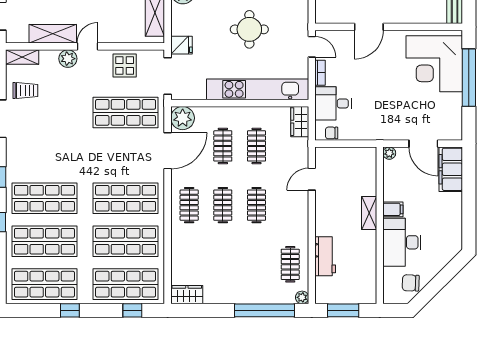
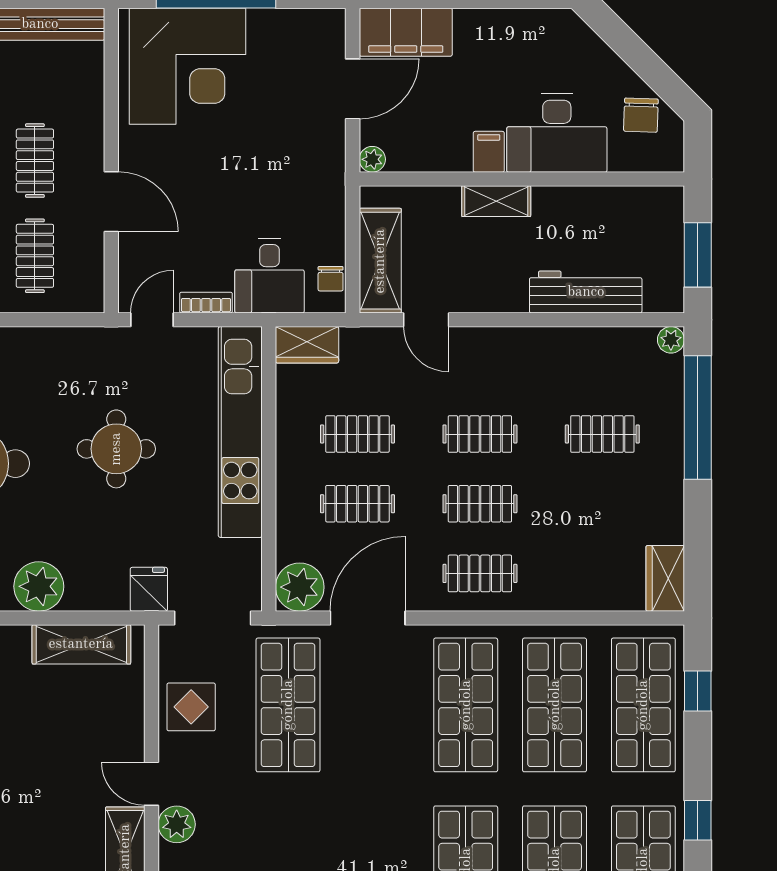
door: (168, 151) -> (368, 618), hinge flipped
shelving: (340, 157) -> (380, 261), added
workbench: (325, 256) -> (586, 292), width x1.37
clothes rail: (290, 264) -> (602, 434), moved

